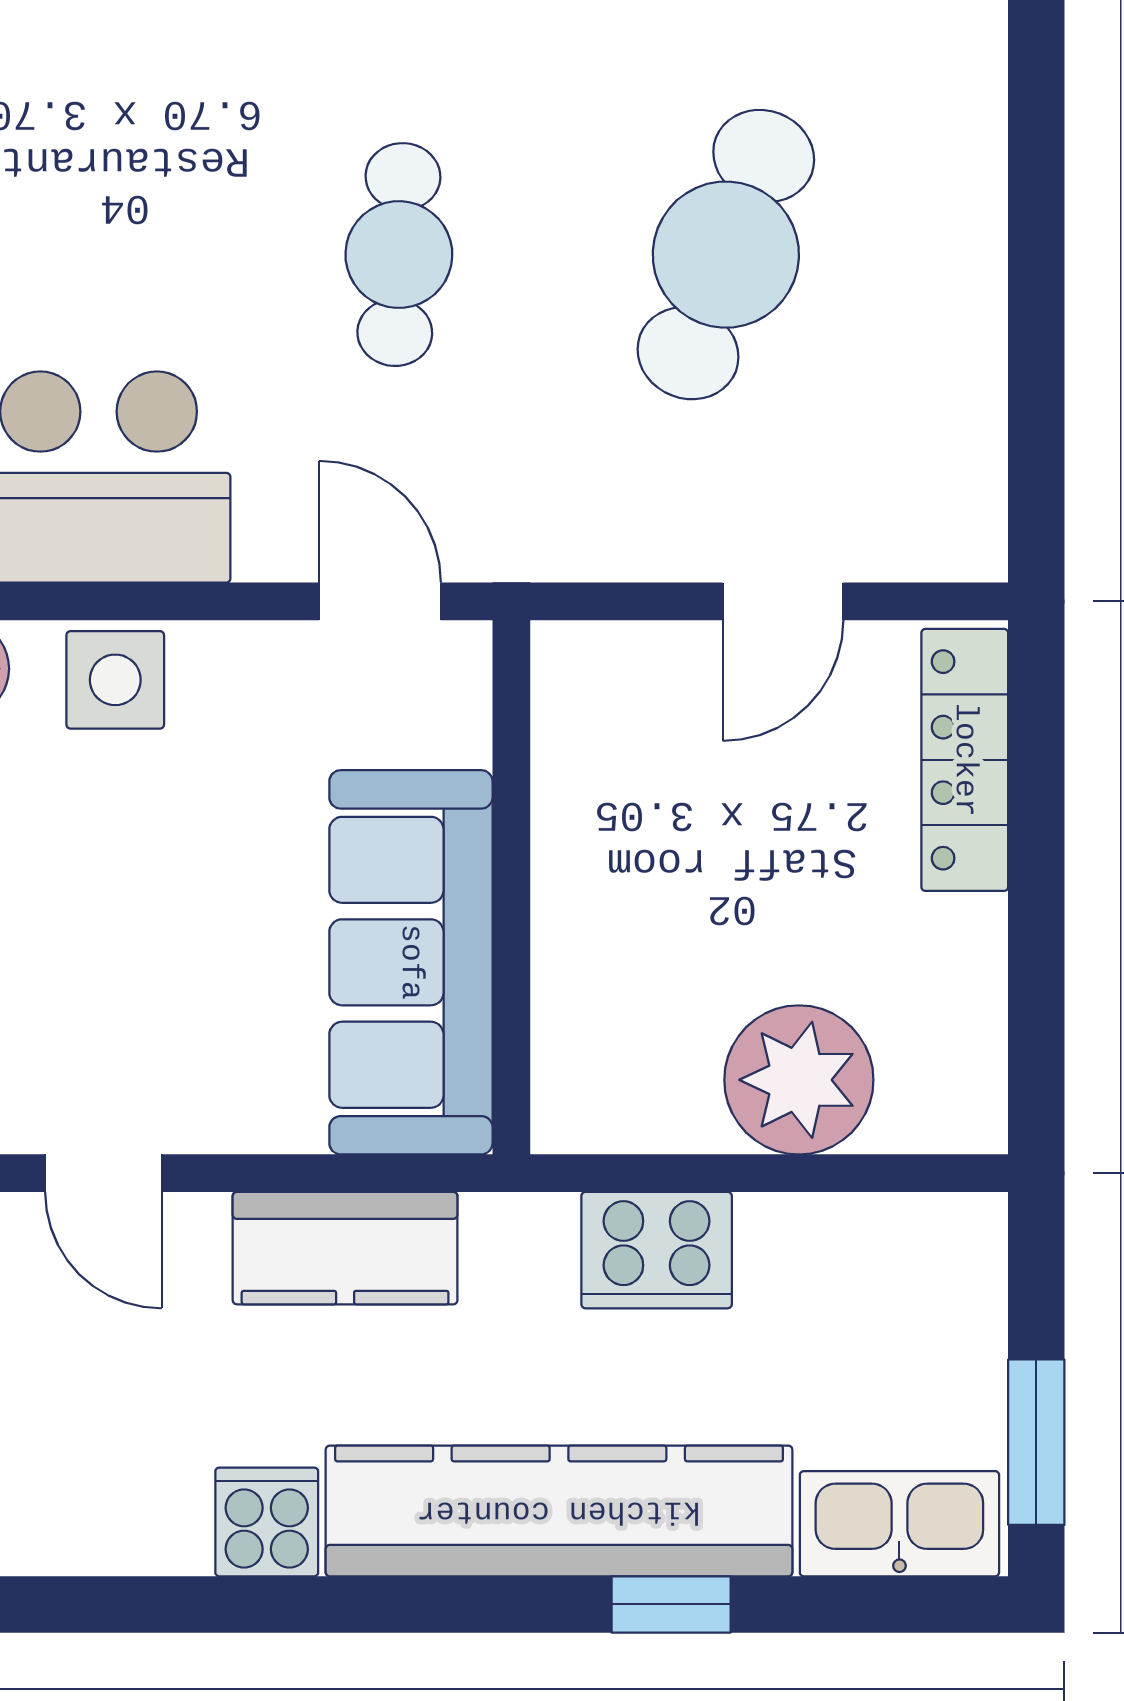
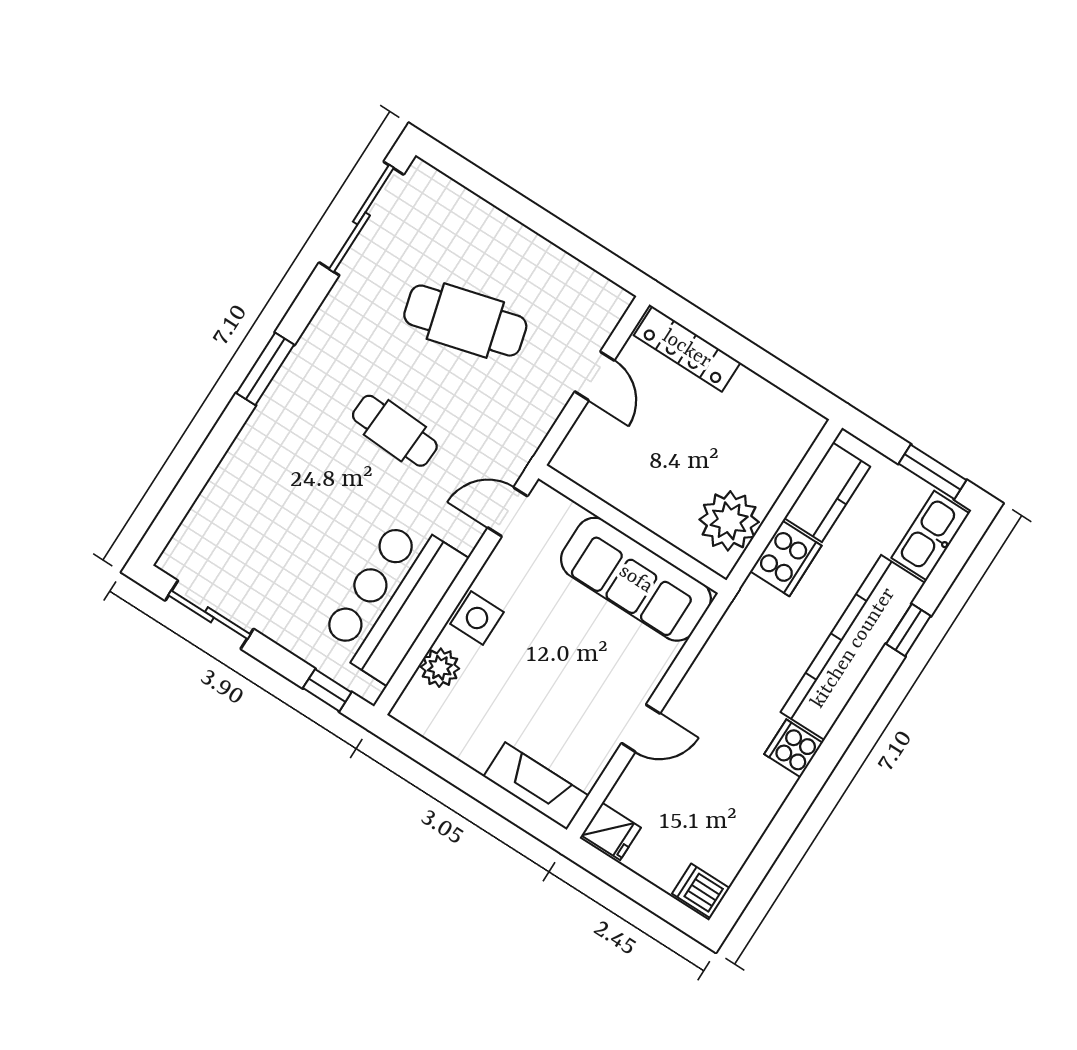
cafe table: (726, 255) -> (465, 321), turned -36
plant: (799, 1080) -> (729, 521), moved
kitchen counter: (345, 1248) -> (827, 492), moved

